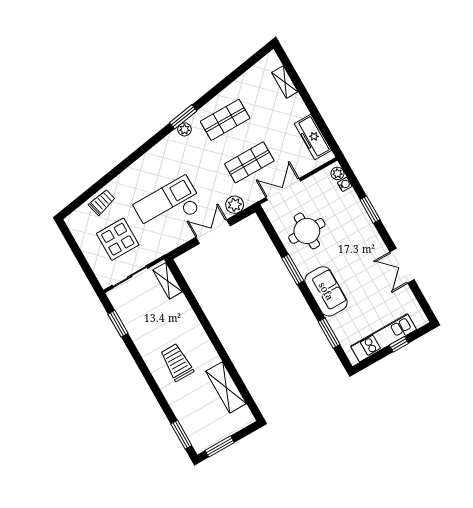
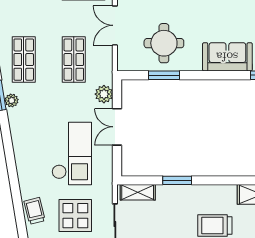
double door: (283, 189) -> (115, 25), moved
checkout: (169, 206) -> (72, 154), turned 180
window: (293, 269) -> (164, 75), moved
window: (197, 309) -> (177, 180), added

